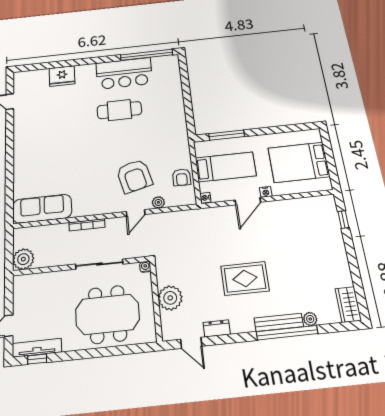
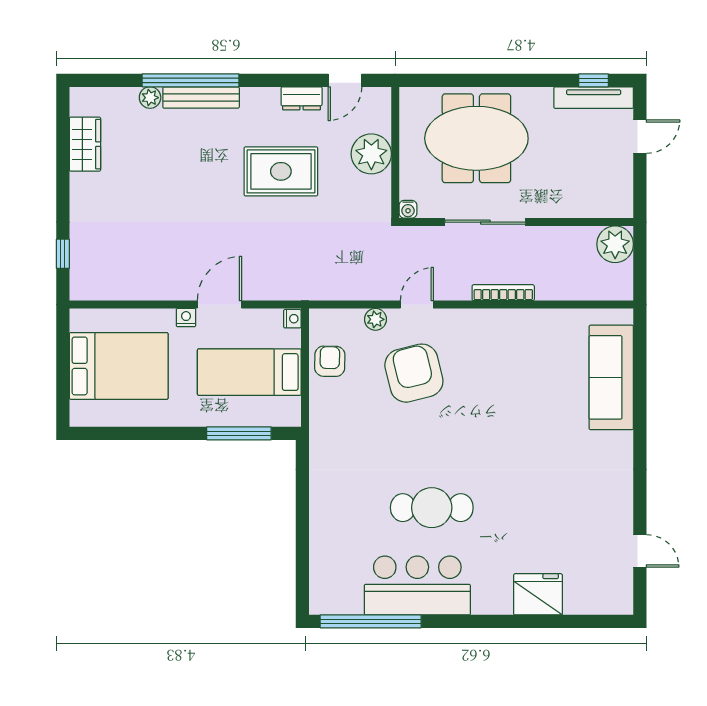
sofa: (42, 209) -> (611, 377), moved, turned 90
rug: (245, 278) -> (281, 171), moved
wardrobe: (348, 304) -> (85, 144), moved
door: (191, 343) -> (345, 80), swing flipped

